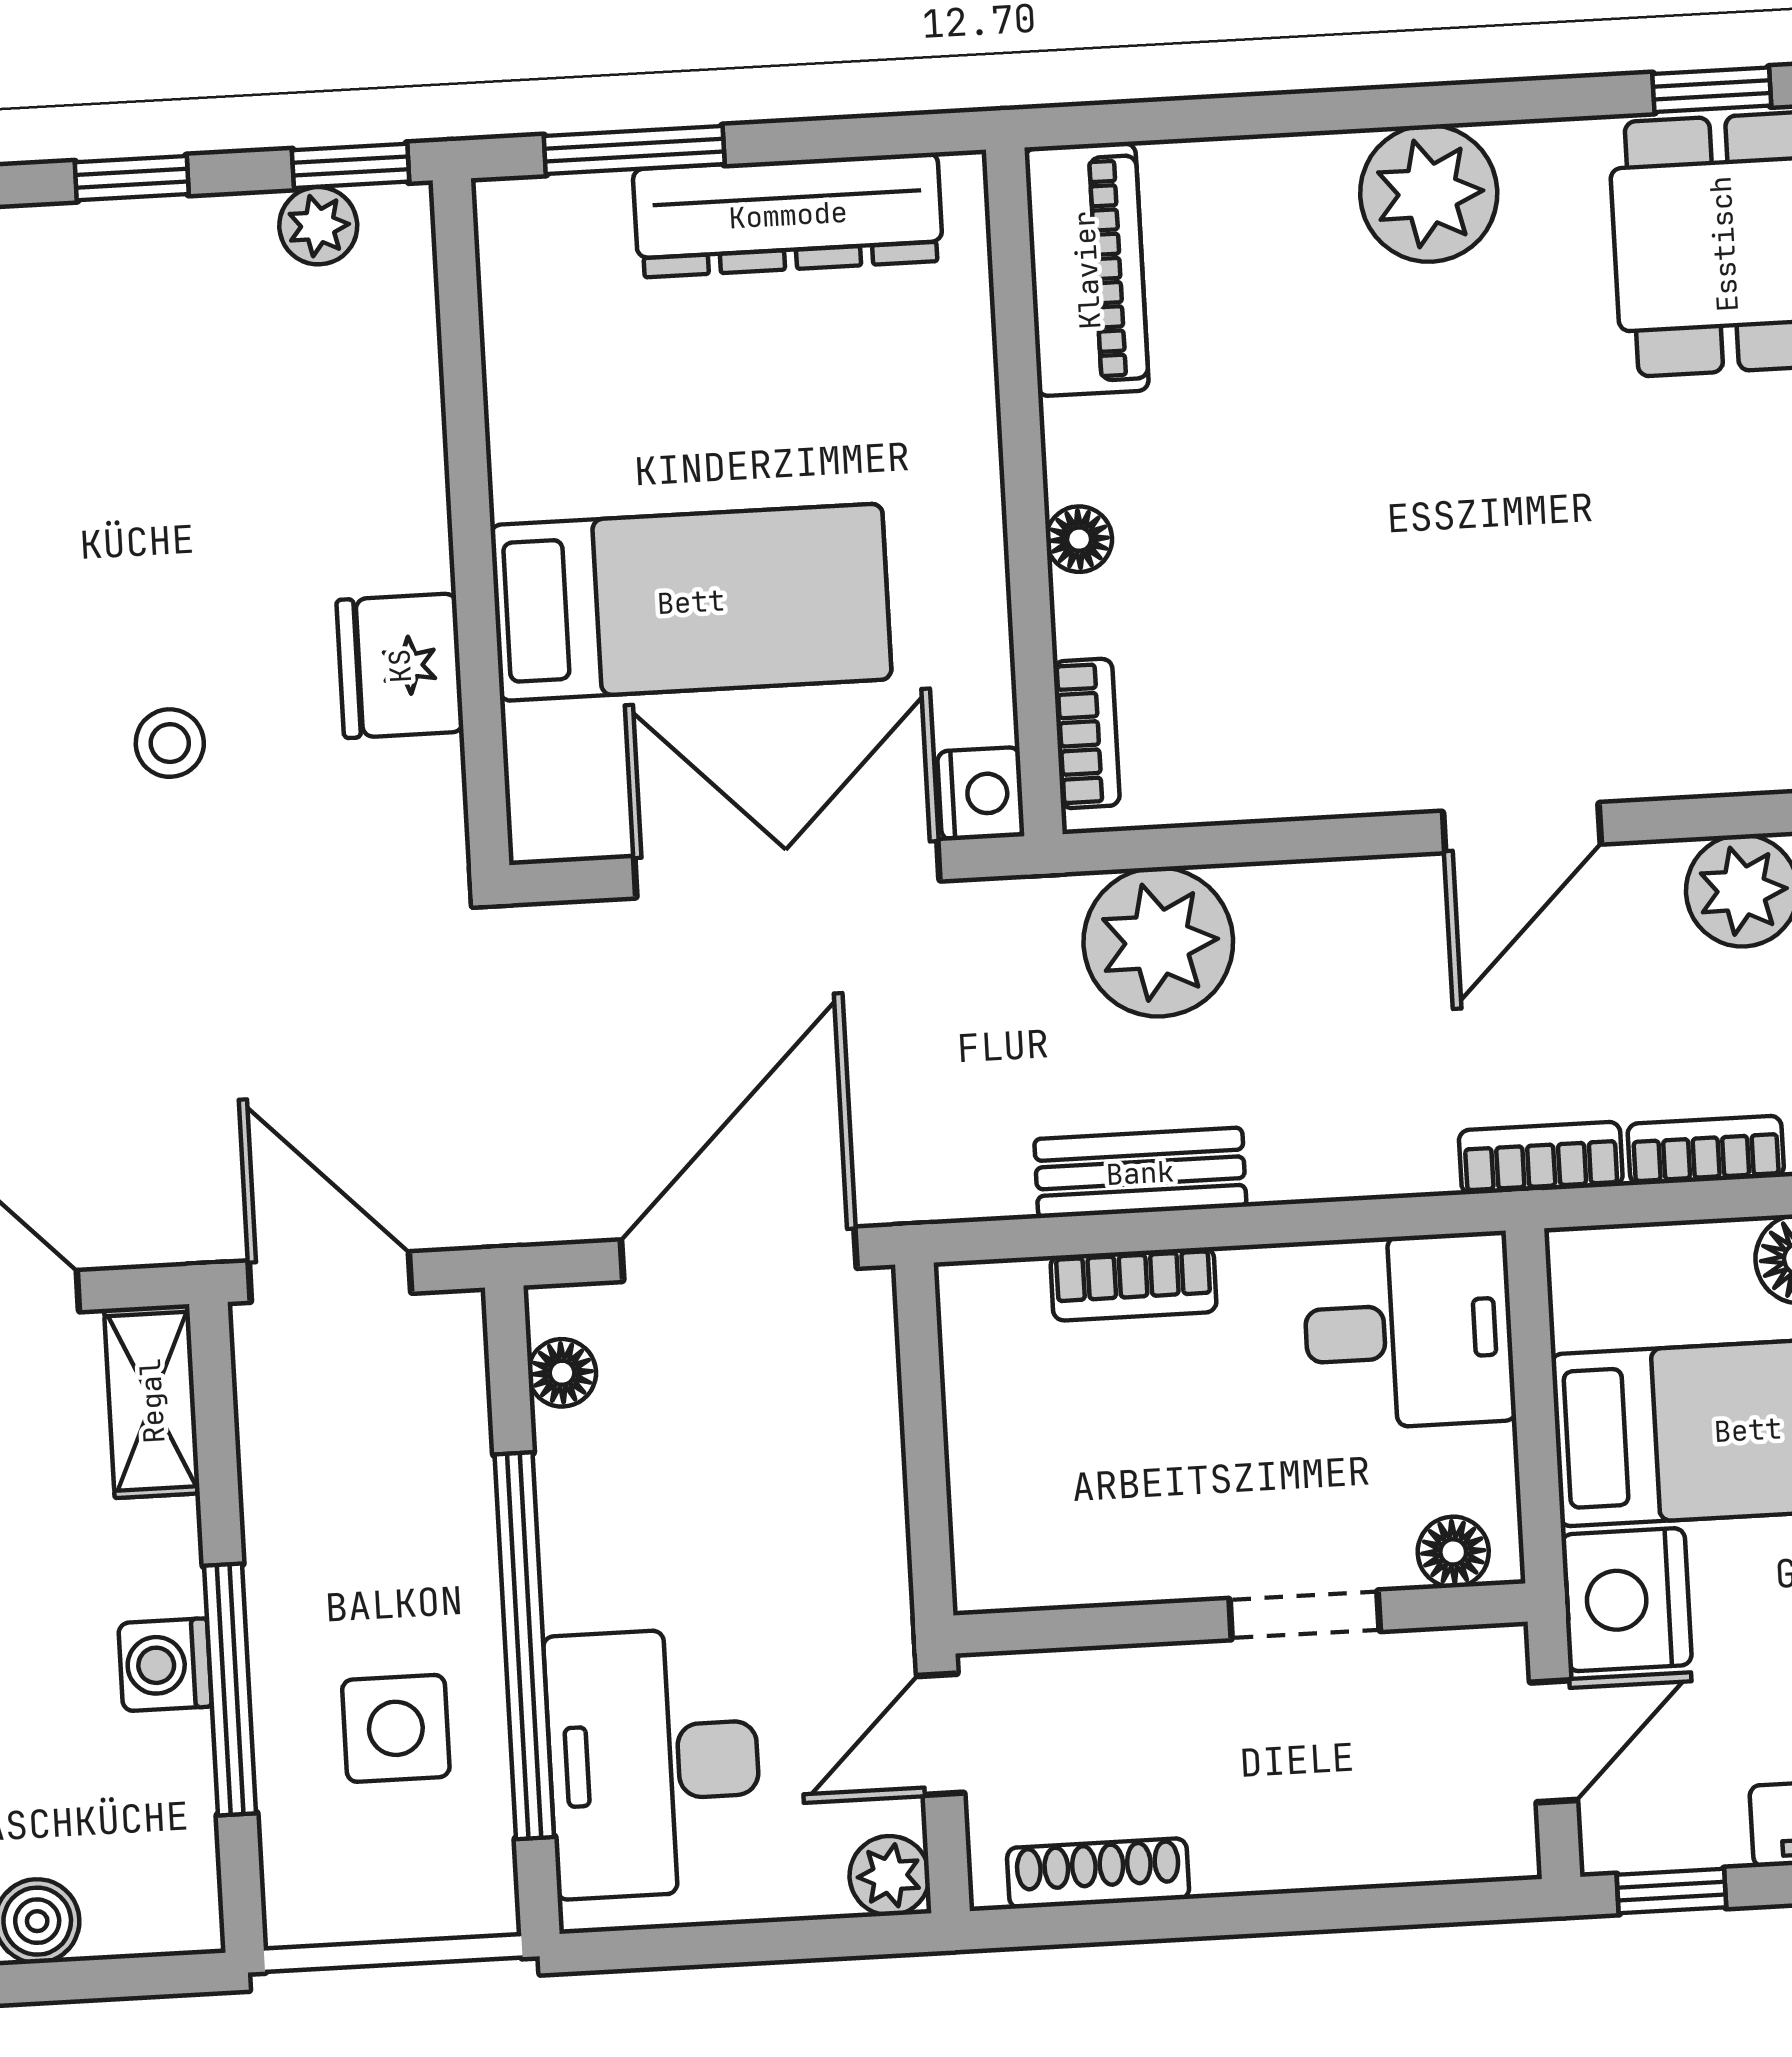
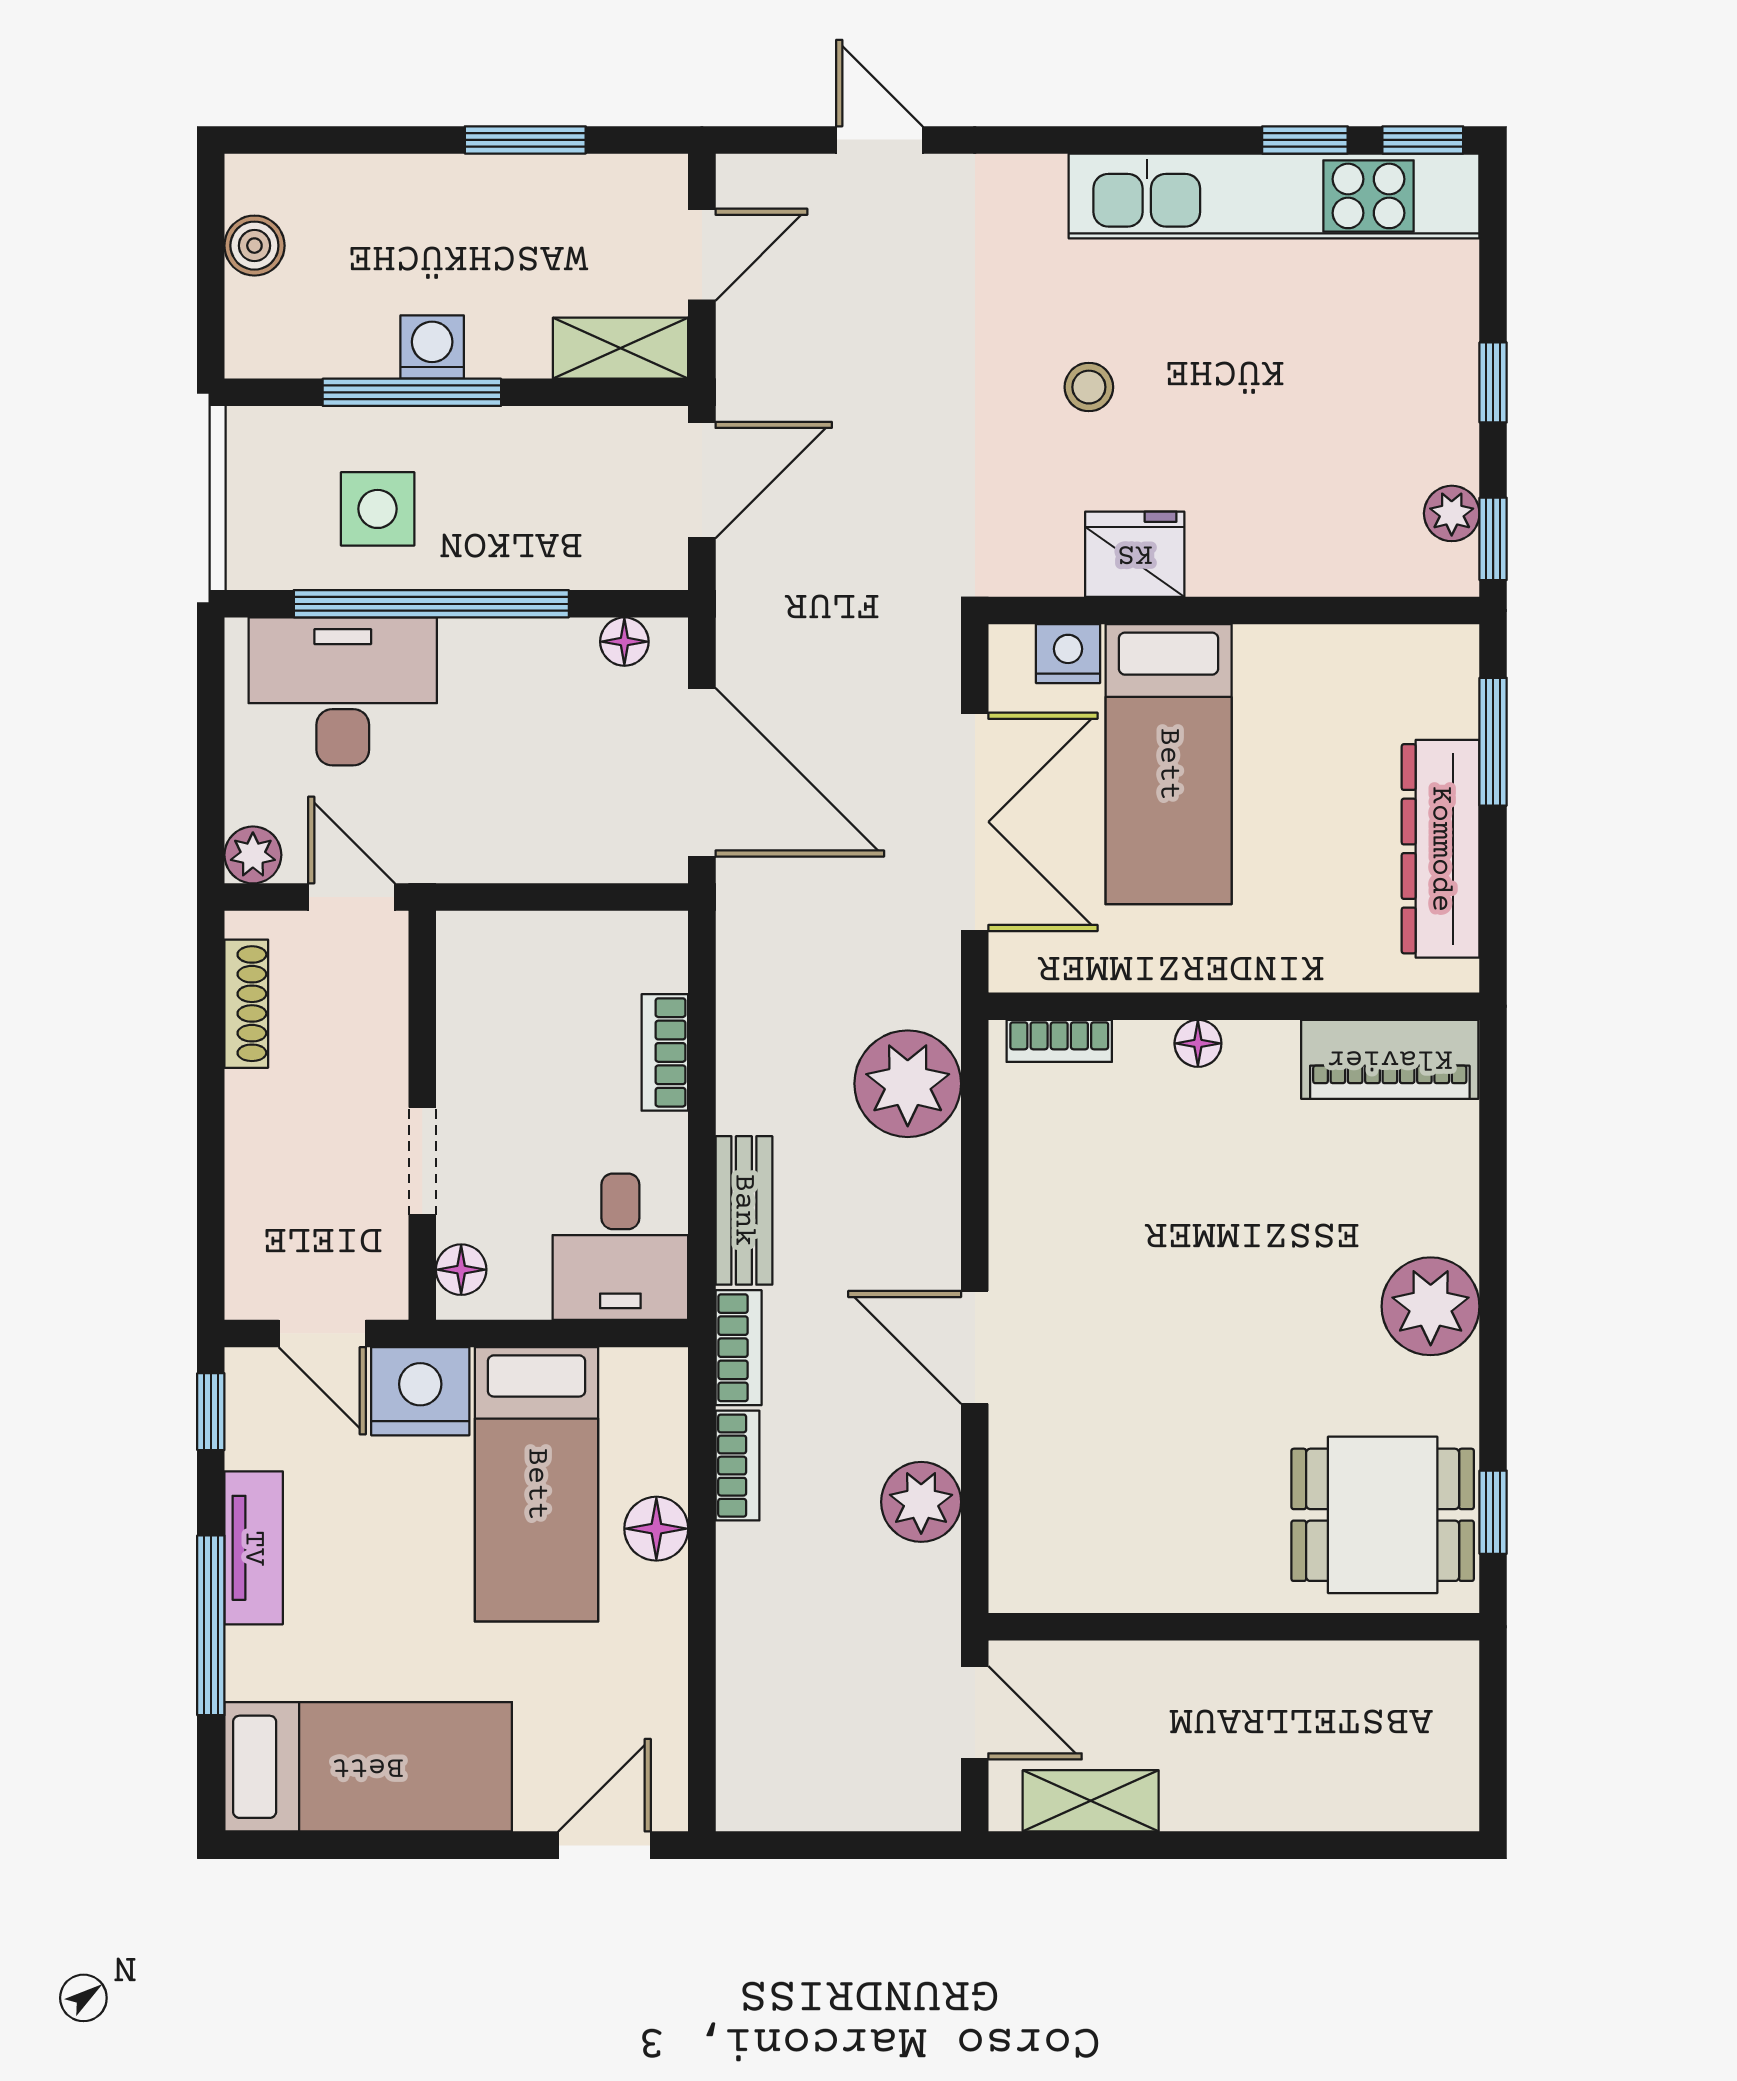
nightstand: (981, 794) -> (1068, 654), moved, turned 180
bench: (1140, 1173) -> (744, 1210), moved

